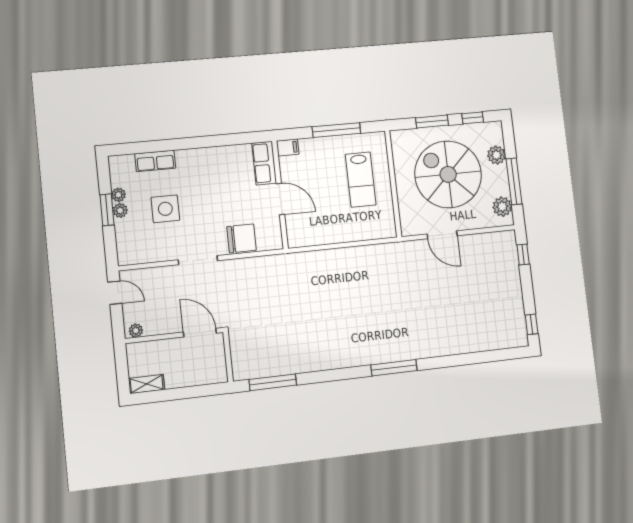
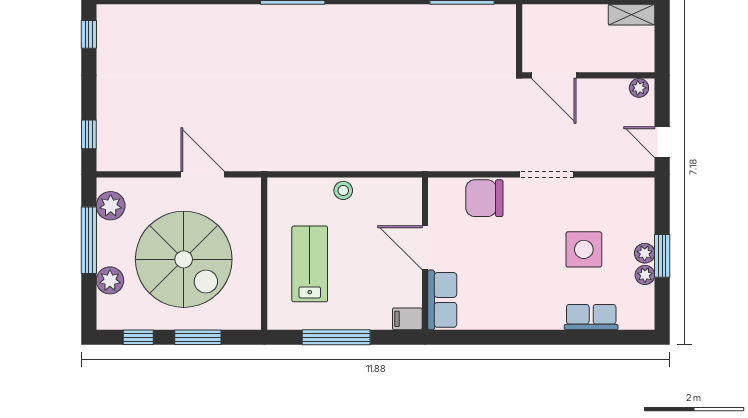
stool: (343, 234) -> (343, 190), added

